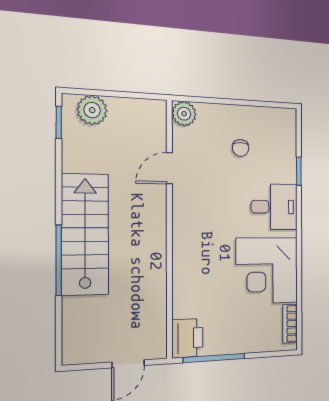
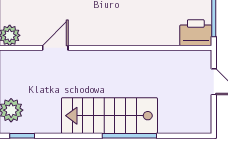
door: (169, 168) -> (55, 48), swing flipped

